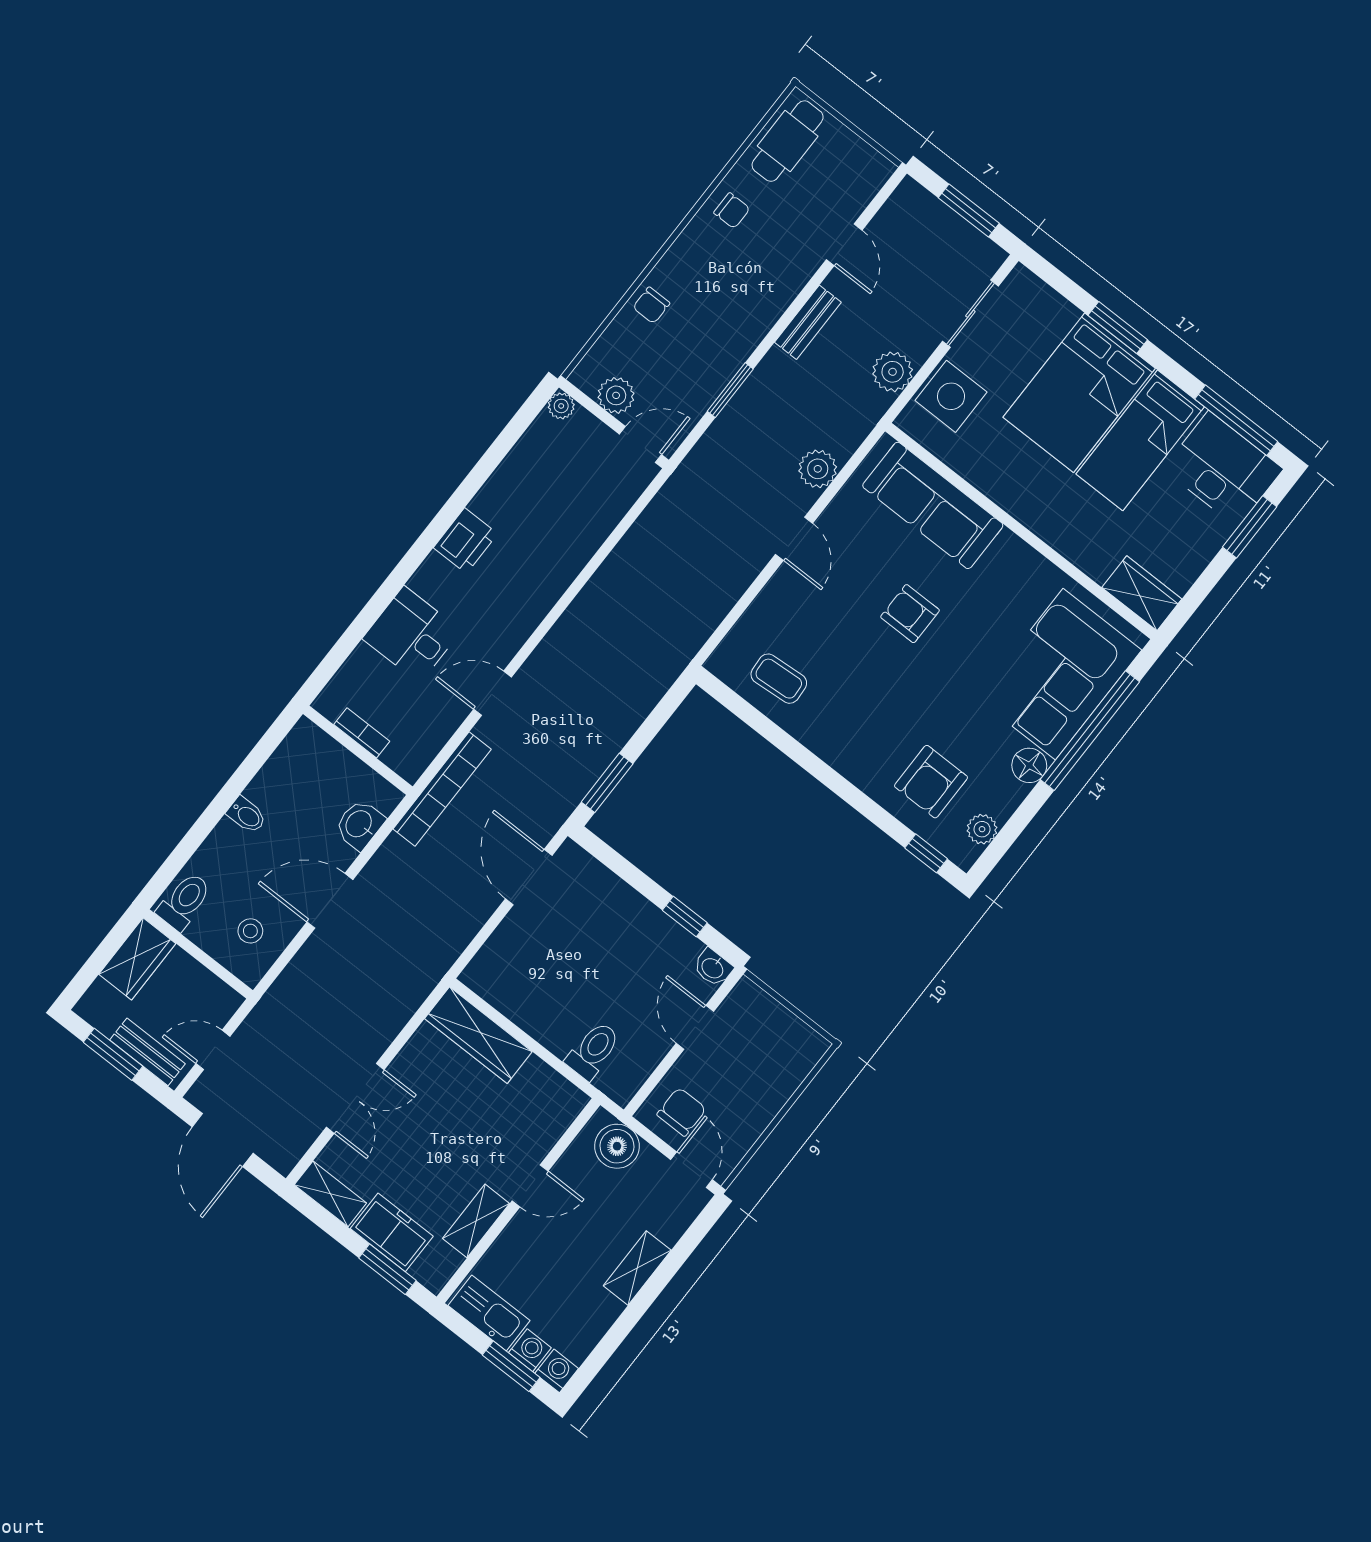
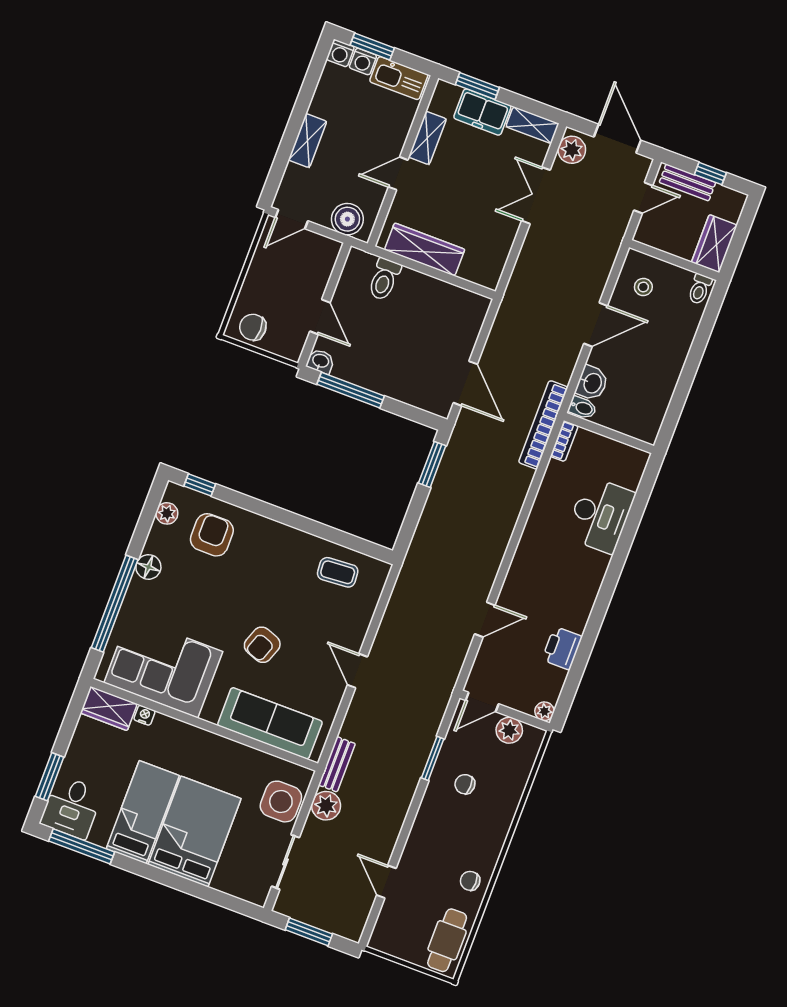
chair: (651, 305) -> (465, 784), moved, turned -90
bench: (808, 322) -> (337, 764), moved
window: (1118, 327) -> (182, 884), removed
plant: (818, 469) -> (572, 150), moved
desk: (1223, 469) -> (71, 807), width x0.73
printer: (466, 541) -> (562, 648), moved
nightstand: (1097, 569) -> (144, 715), added
armchair: (910, 614) -> (262, 645), turned 110
desk: (412, 635) -> (600, 515), width x1.37
corner sofa: (1059, 674) -> (163, 667), moved, turned -90
door: (493, 693) -> (485, 620), moved
bookcase: (362, 733) -> (564, 441), moved, turned -90
bidet: (247, 815) -> (582, 408), moved, turned 180
toilet: (184, 901) -> (700, 289), width x0.73, depth x0.72
window: (685, 916) -> (351, 390), width x2.17
wardrobe: (478, 1035) -> (425, 250), moved
window: (113, 1054) -> (710, 174), width x0.67
chair: (682, 1112) -> (253, 327), moved, turned 90
door: (691, 1170) -> (292, 219), hinge flipped

